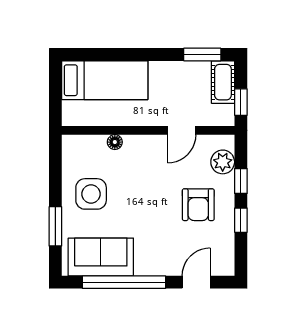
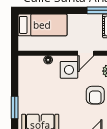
side table: (91, 194) -> (69, 70), moved

